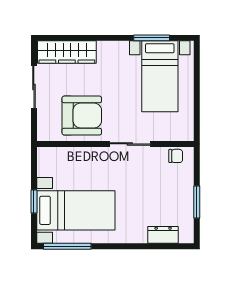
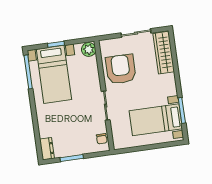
armchair: (82, 116) -> (121, 69), turned 180
plant: (48, 157) -> (89, 49), added
dresser: (163, 235) -> (47, 149), moved

